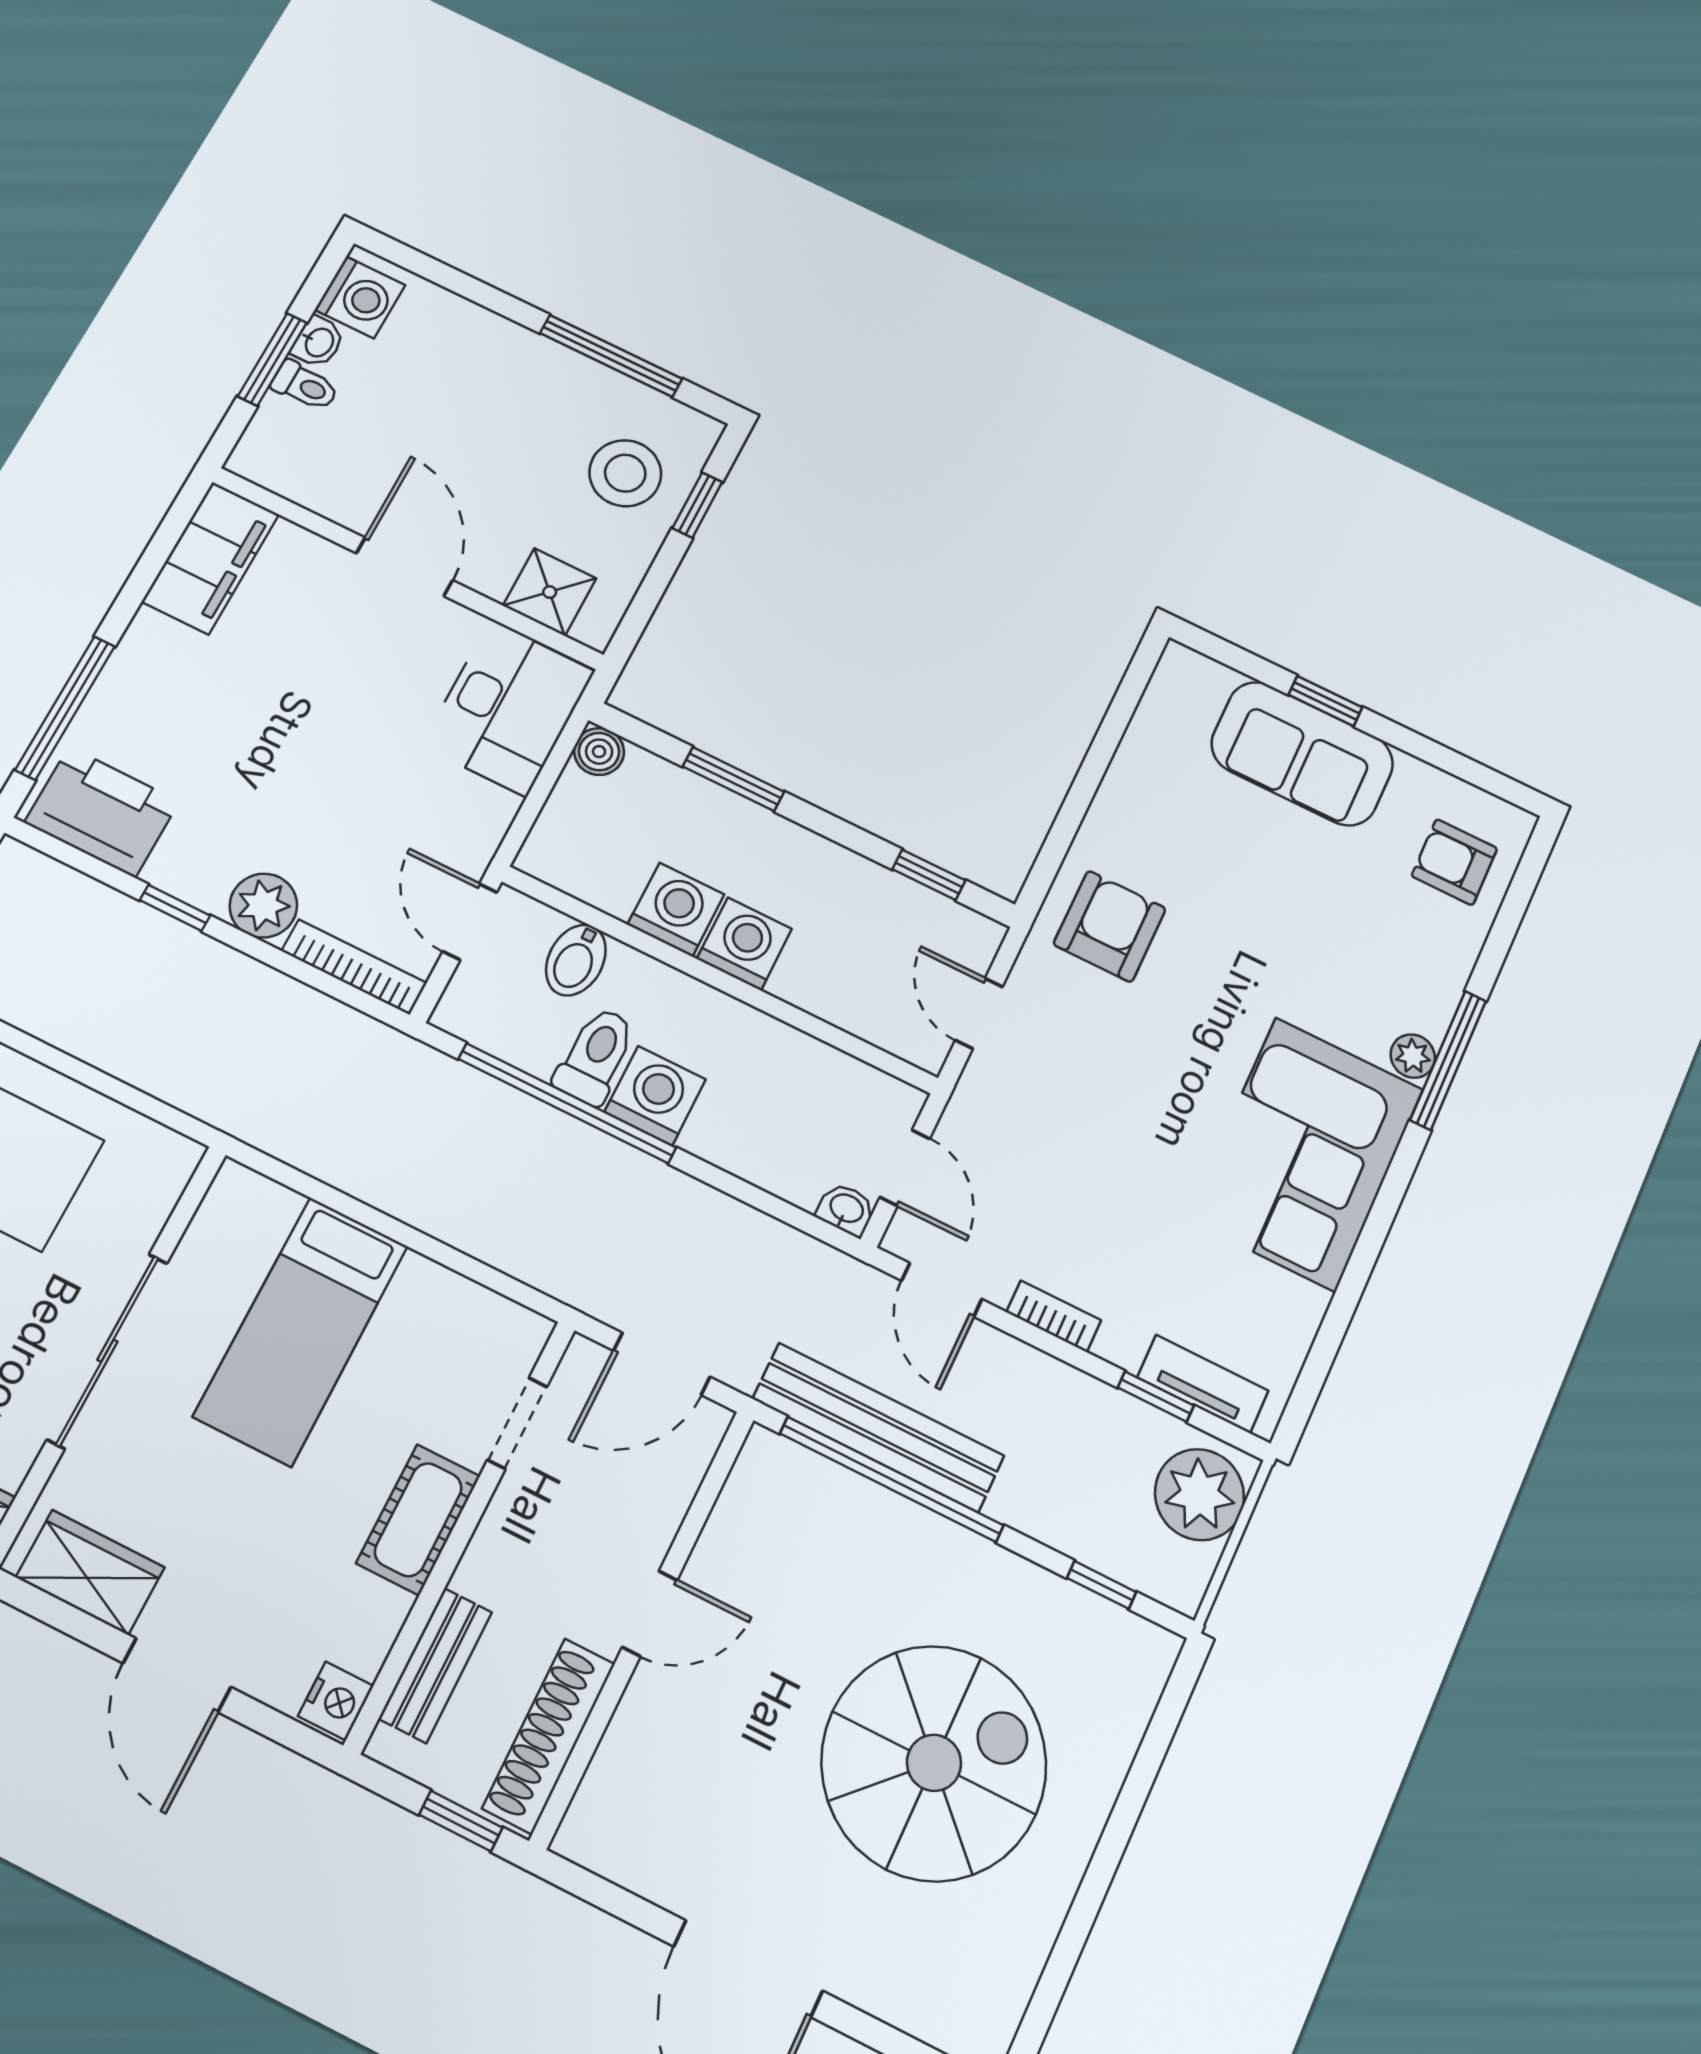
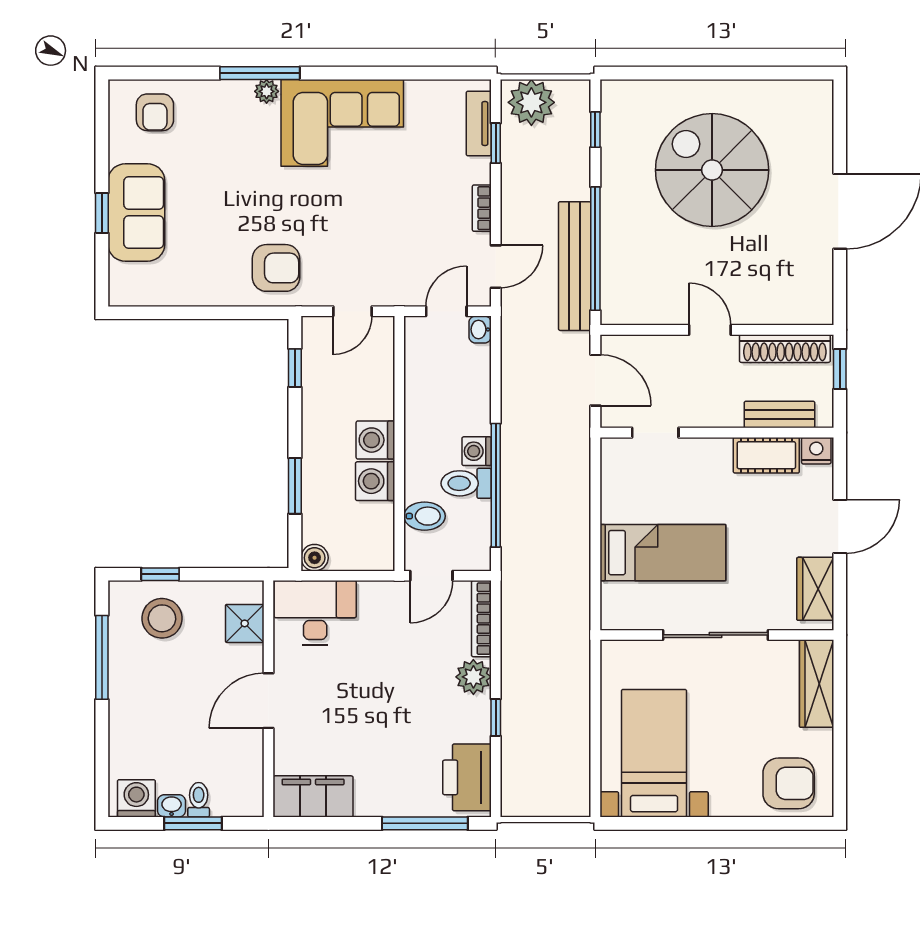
armchair: (1110, 926) -> (276, 268), turned 180
washing machine: (655, 1096) -> (477, 451), width x0.73, depth x0.73
cot: (418, 1520) -> (766, 455), moved

